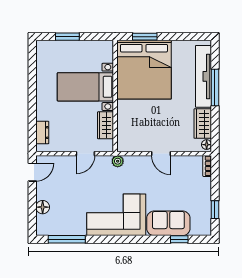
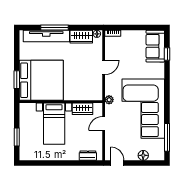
door: (85, 154) -> (104, 124), swing flipped
window: (215, 210) -> (145, 28), removed
corner sofa: (116, 215) -> (143, 109), width x1.36, depth x1.36
sofa: (168, 223) -> (155, 46), moved

